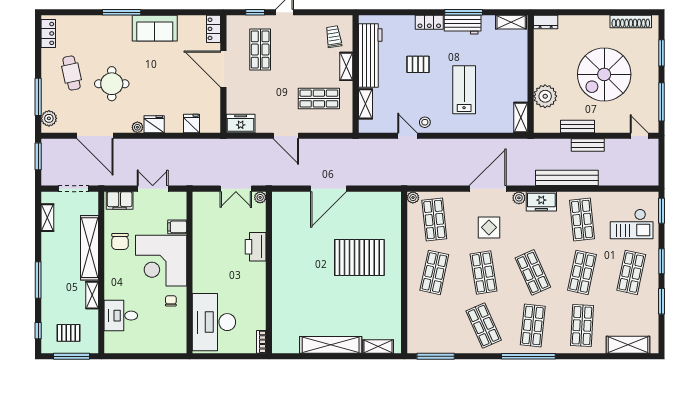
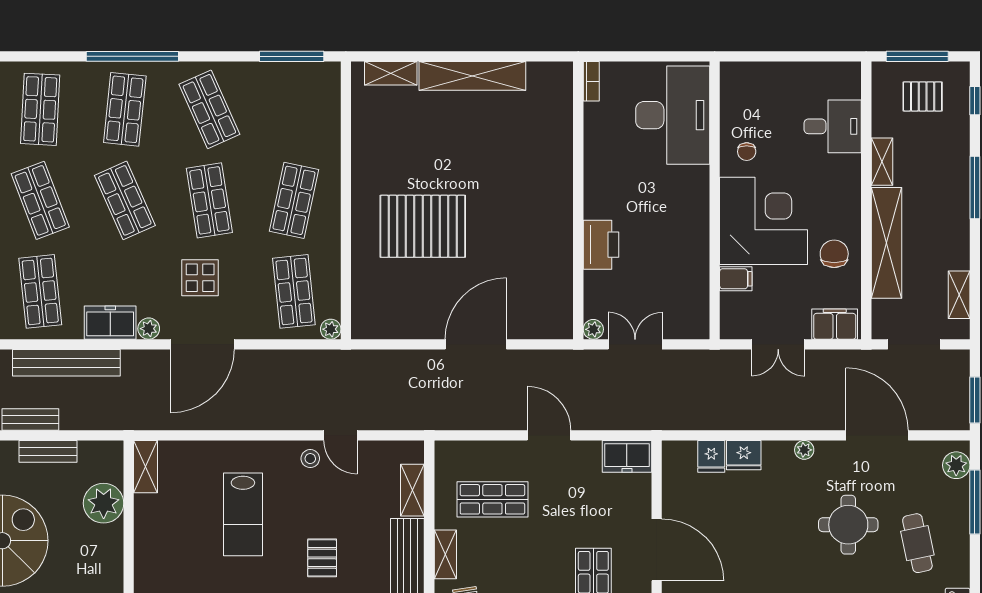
pallet: (418, 64) -> (322, 558), turned 90
fridge: (154, 124) -> (744, 455), moved
shop shelf: (582, 272) -> (40, 200), turned -33

